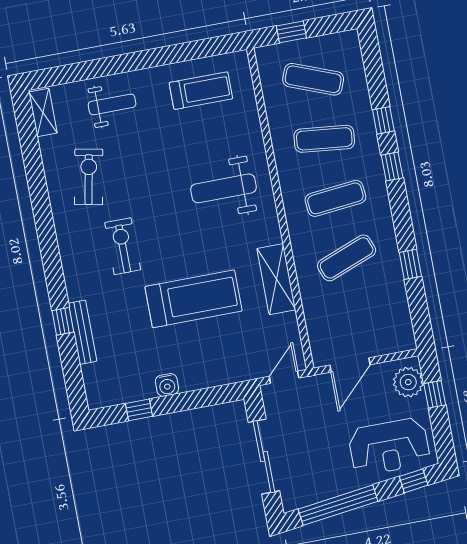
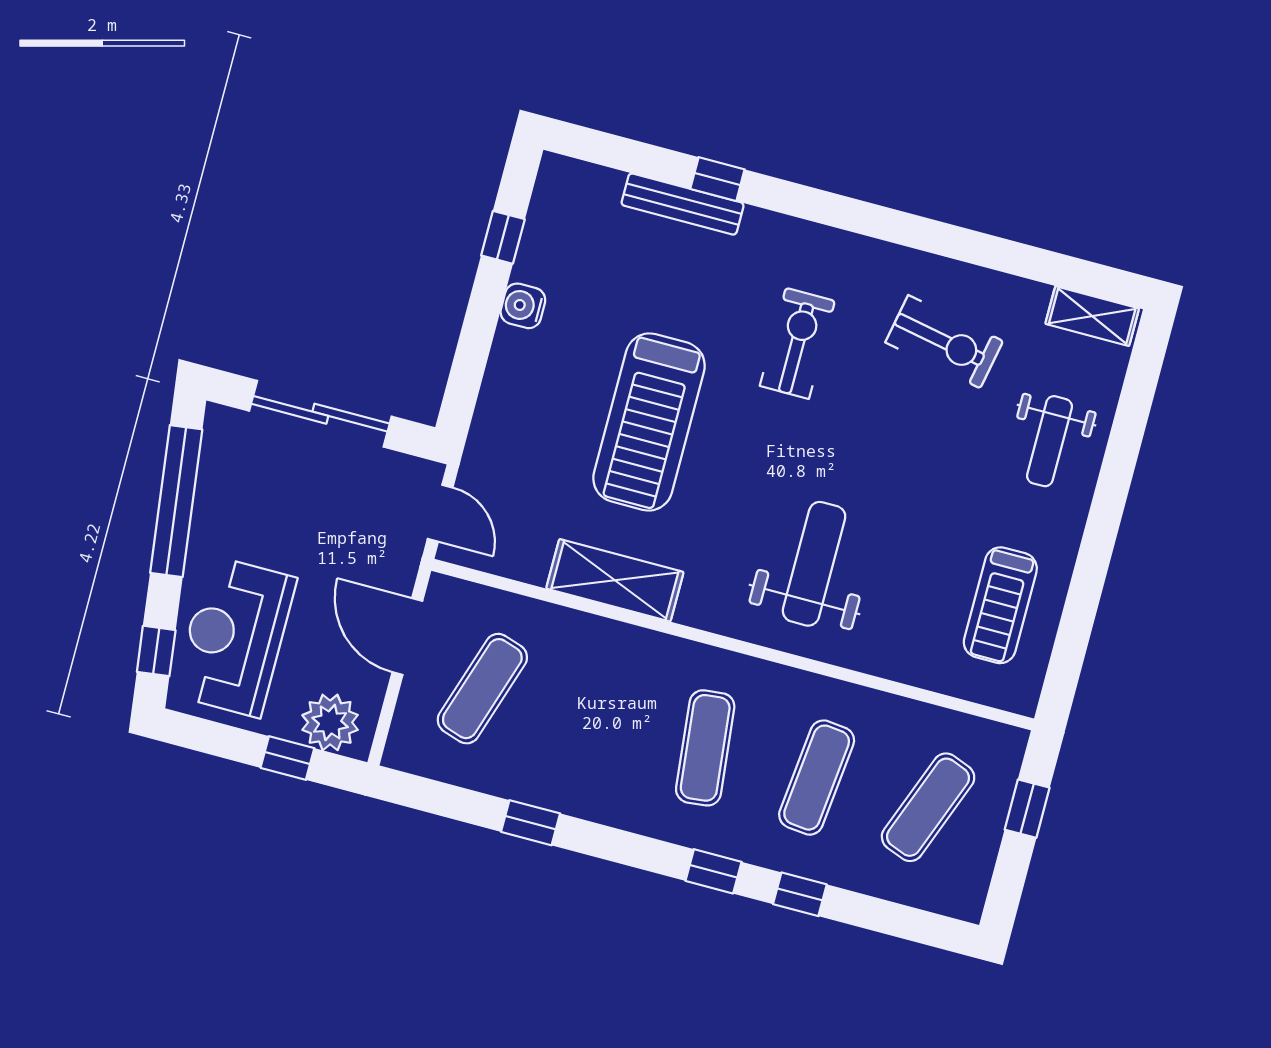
exercise bike: (123, 246) -> (797, 343), turned -90
exercise mat: (347, 258) -> (482, 689), moved, turned 39

